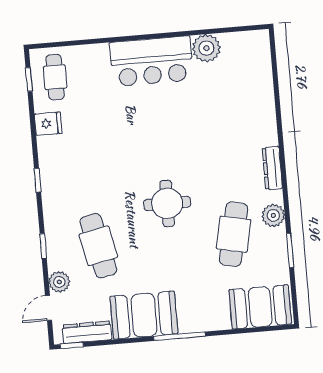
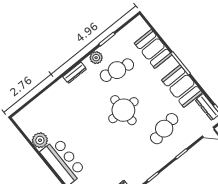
round table: (167, 203) -> (123, 110), width x1.36, depth x1.36
plant: (59, 282) -> (193, 135), removed
booth: (260, 307) -> (153, 49), moved

